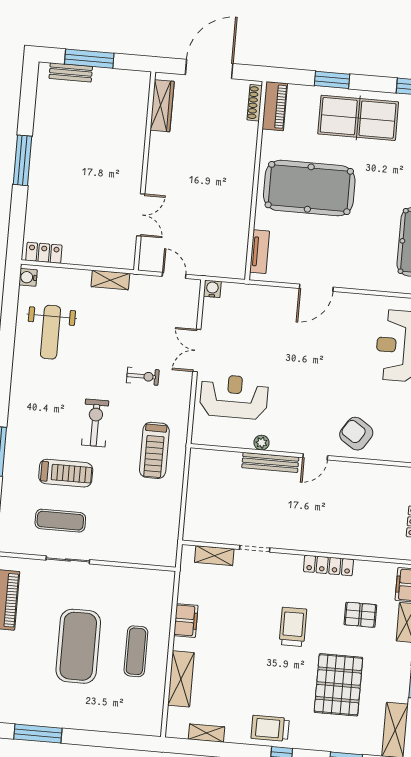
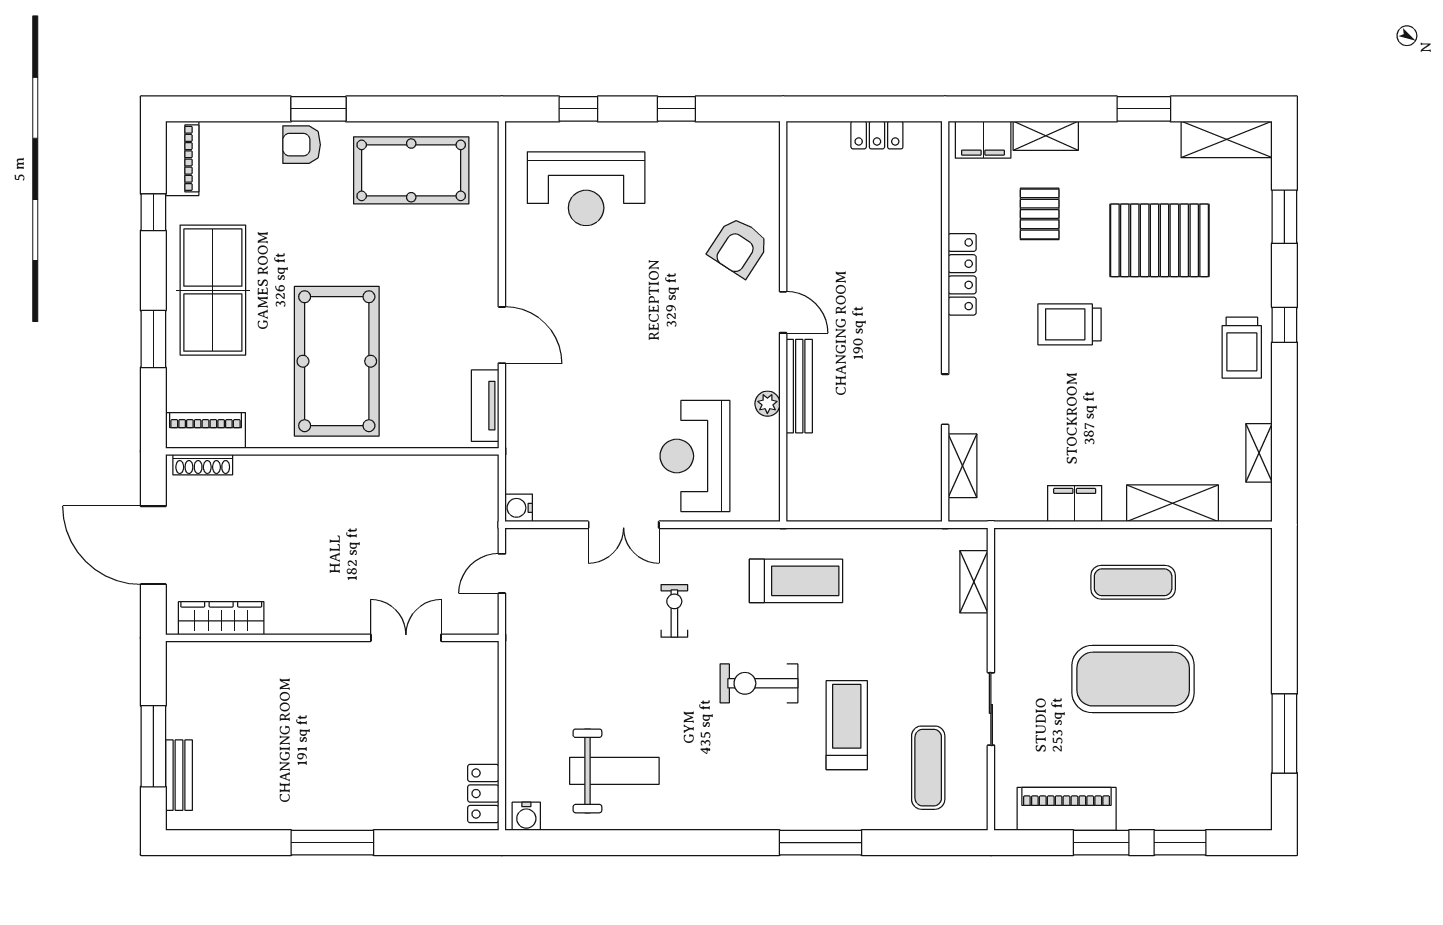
tv unit: (260, 252) -> (485, 406), moved, turned -90
shelving: (110, 280) -> (974, 582), moved
exercise mat: (60, 521) -> (928, 768), moved

